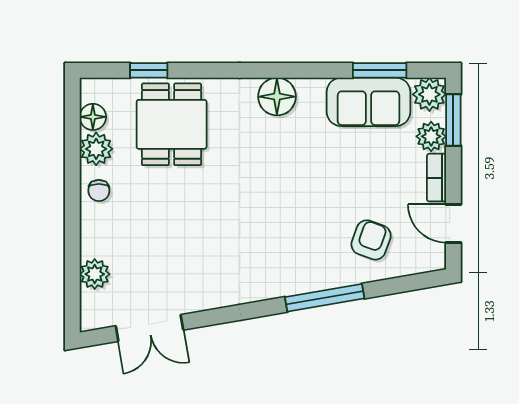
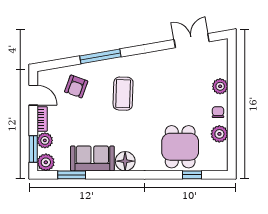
sofa: (369, 102) -> (92, 158), moved
floor lamp: (93, 117) -> (221, 151), removed
coffee table: (281, 226) -> (123, 94), added
plant: (95, 274) -> (220, 86), moved

